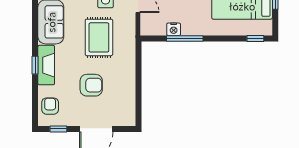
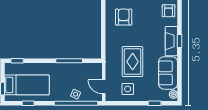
nightstand: (174, 29) -> (77, 68), removed
armchair: (91, 85) -> (124, 17), moved, turned 90

